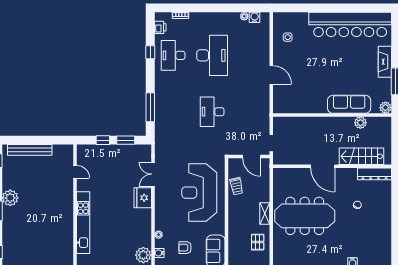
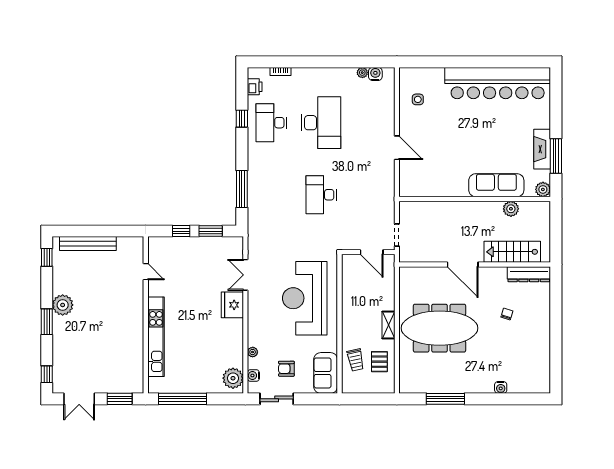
fireplace: (385, 62) -> (542, 149), moved
trolley: (236, 186) -> (356, 360), moved

